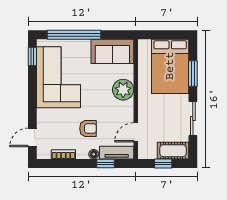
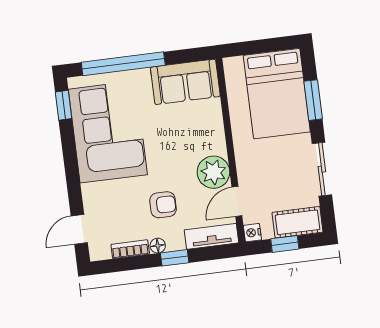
plant: (123, 90) -> (213, 172), moved
floor lamp: (94, 154) -> (158, 246), moved
nightstand: (143, 154) -> (252, 233), added
window: (105, 163) -> (175, 258), moved

